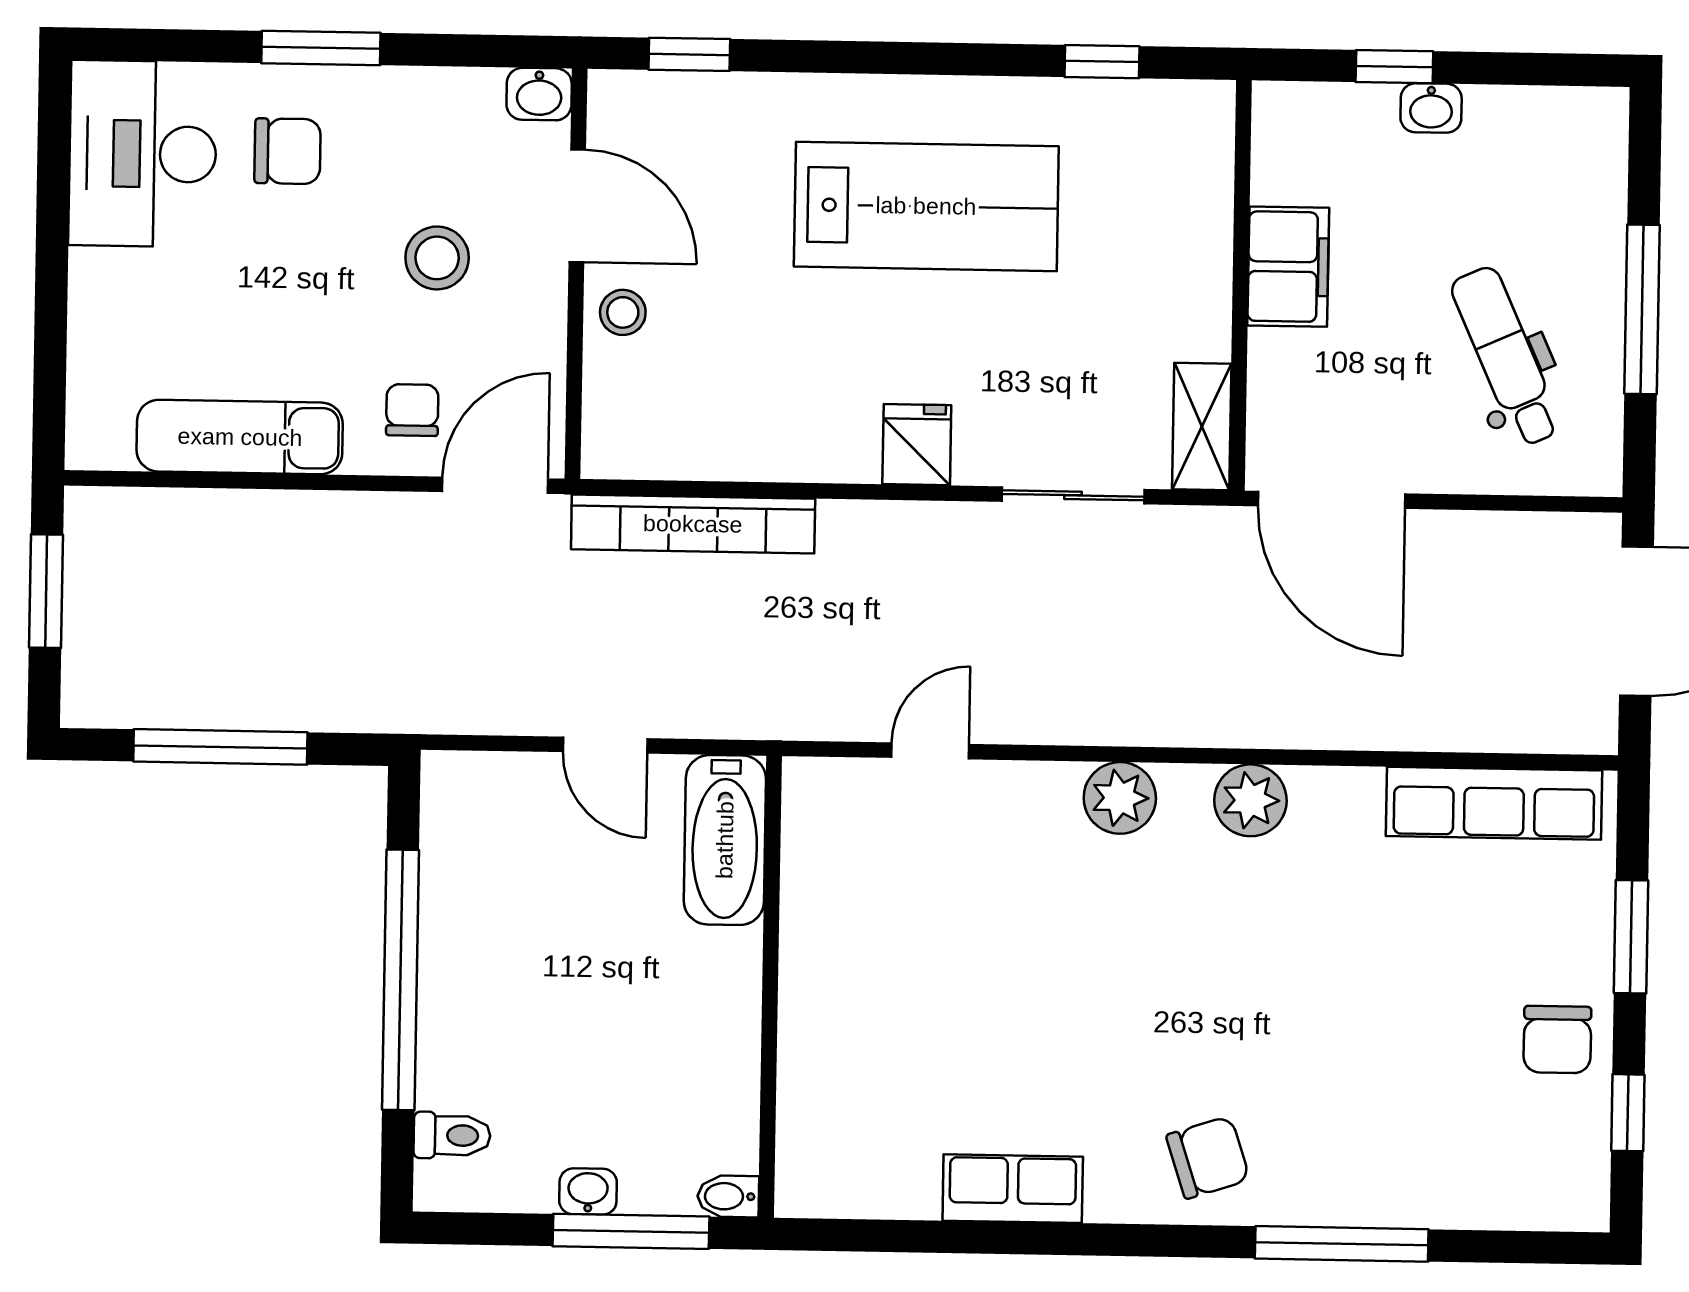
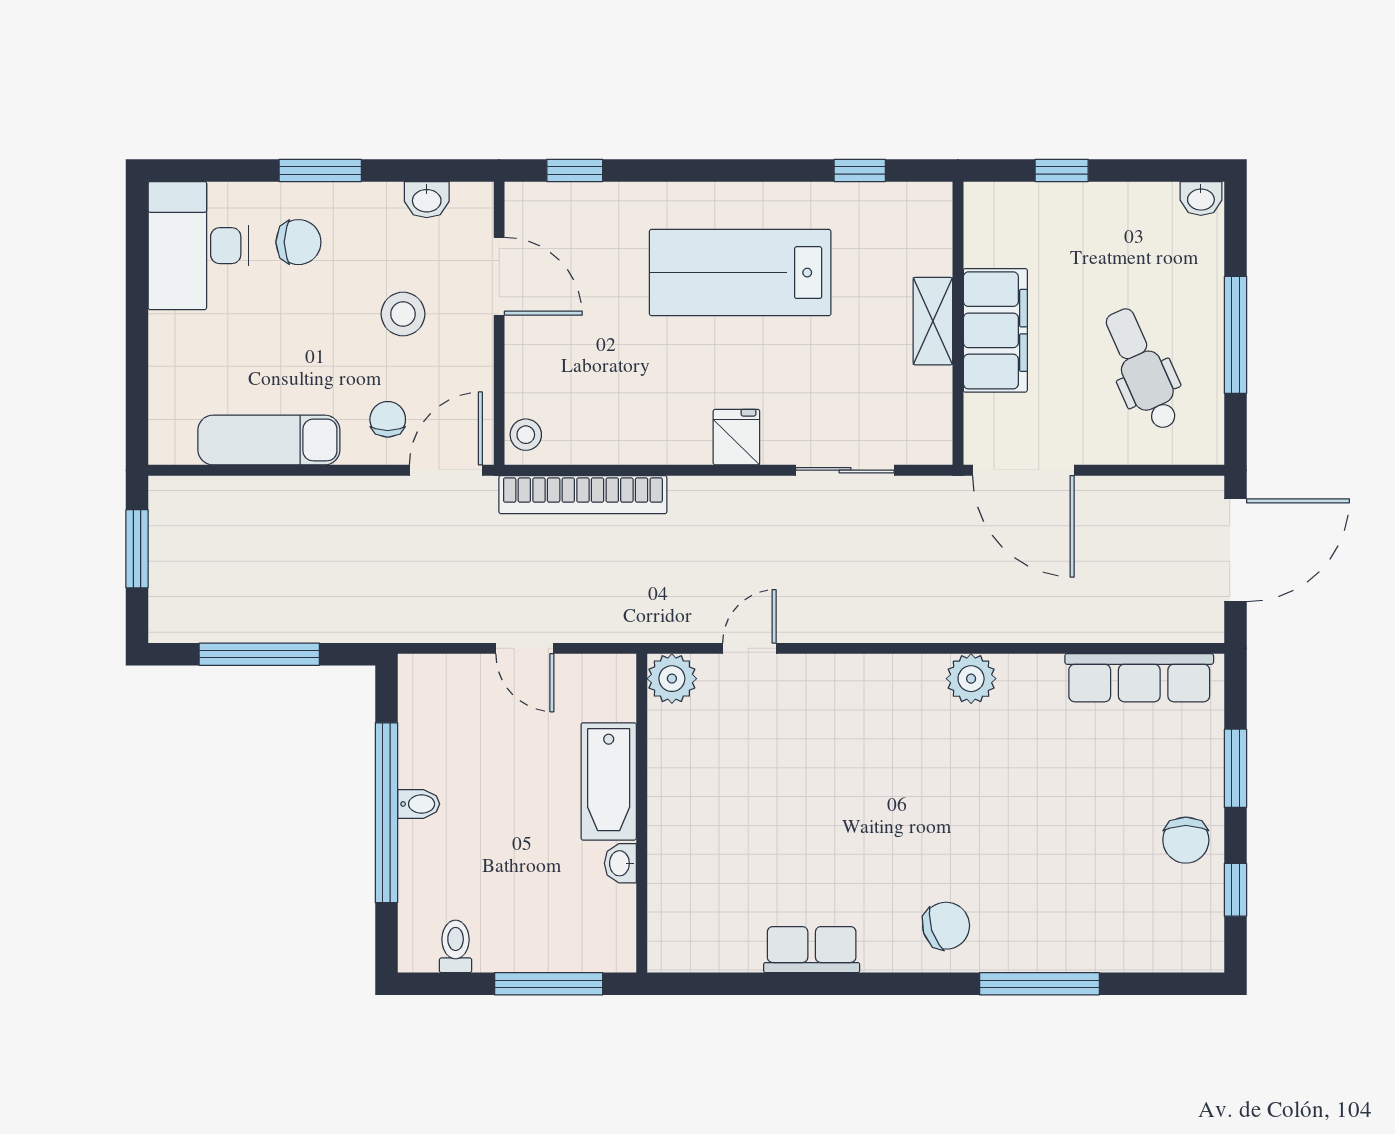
washbasin: (539, 94) -> (427, 200), moved
washbasin: (1431, 108) -> (1201, 199), moved
lab bench: (926, 206) -> (740, 273), turned 180
filing cabinet: (1288, 267) -> (995, 330), width x1.50, depth x1.17
stool: (623, 312) -> (526, 435), moved
shelving: (1202, 426) -> (933, 321), moved
plant: (1120, 798) -> (672, 679), moved
bathtub: (725, 840) -> (609, 781), moved
toilet: (452, 1135) -> (456, 946), moved, turned -90
washbasin: (588, 1192) -> (620, 863), moved, turned -90
bidet: (728, 1196) -> (419, 804), moved, turned 180

